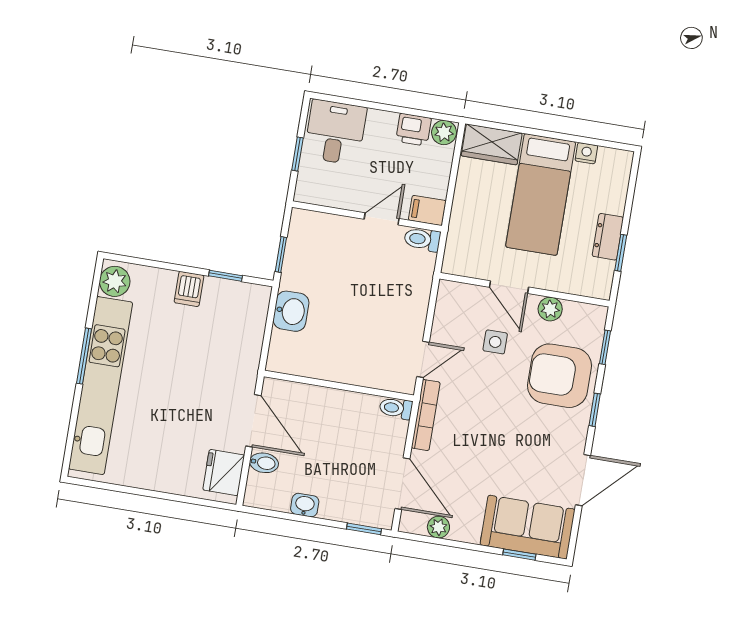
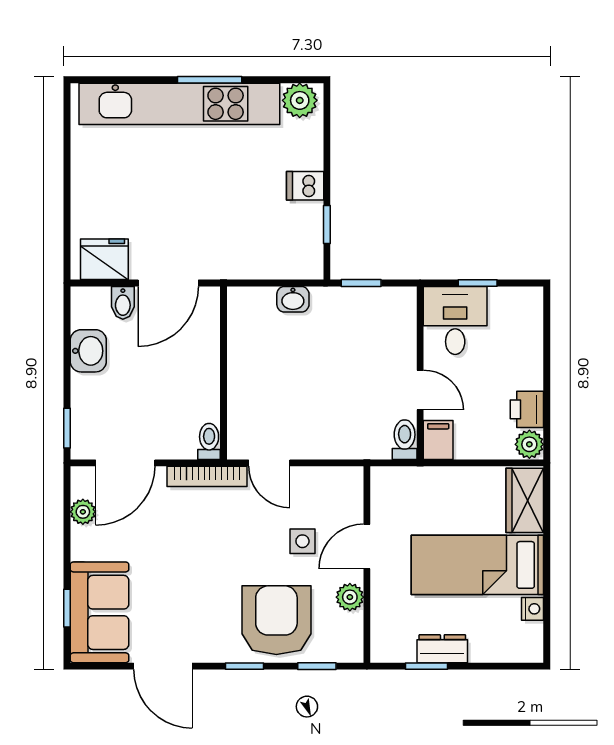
desk: (335, 132) -> (455, 320), moved, turned -90
washbasin: (291, 311) -> (293, 299), width x0.72, depth x0.69
washbasin: (305, 505) -> (88, 351), width x1.38, depth x1.45

